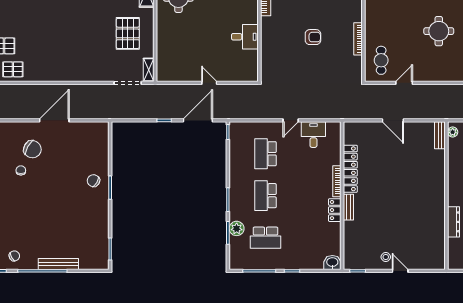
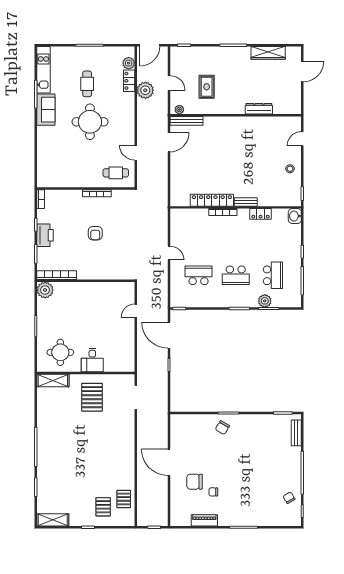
round table: (439, 31) -> (90, 122), width x1.36, depth x1.36
pallet: (128, 33) -> (92, 397), turned 90
desk: (245, 37) -> (92, 360), moved, turned 180
armchair: (313, 37) -> (95, 233), turned 180
shelving: (149, 70) -> (124, 379), removed
door: (209, 83) -> (136, 311), moved
door: (393, 120) -> (169, 142), moved
desk: (313, 135) -> (182, 233), removed
bench: (440, 135) -> (187, 121), width x1.36
chair: (32, 149) -> (195, 482), turned -119
school desk: (265, 154) -> (199, 275), turned 180
locker: (335, 210) -> (261, 214), moved
bench: (58, 264) -> (296, 433), moved, width x0.73
door: (400, 271) -> (302, 139), moved

